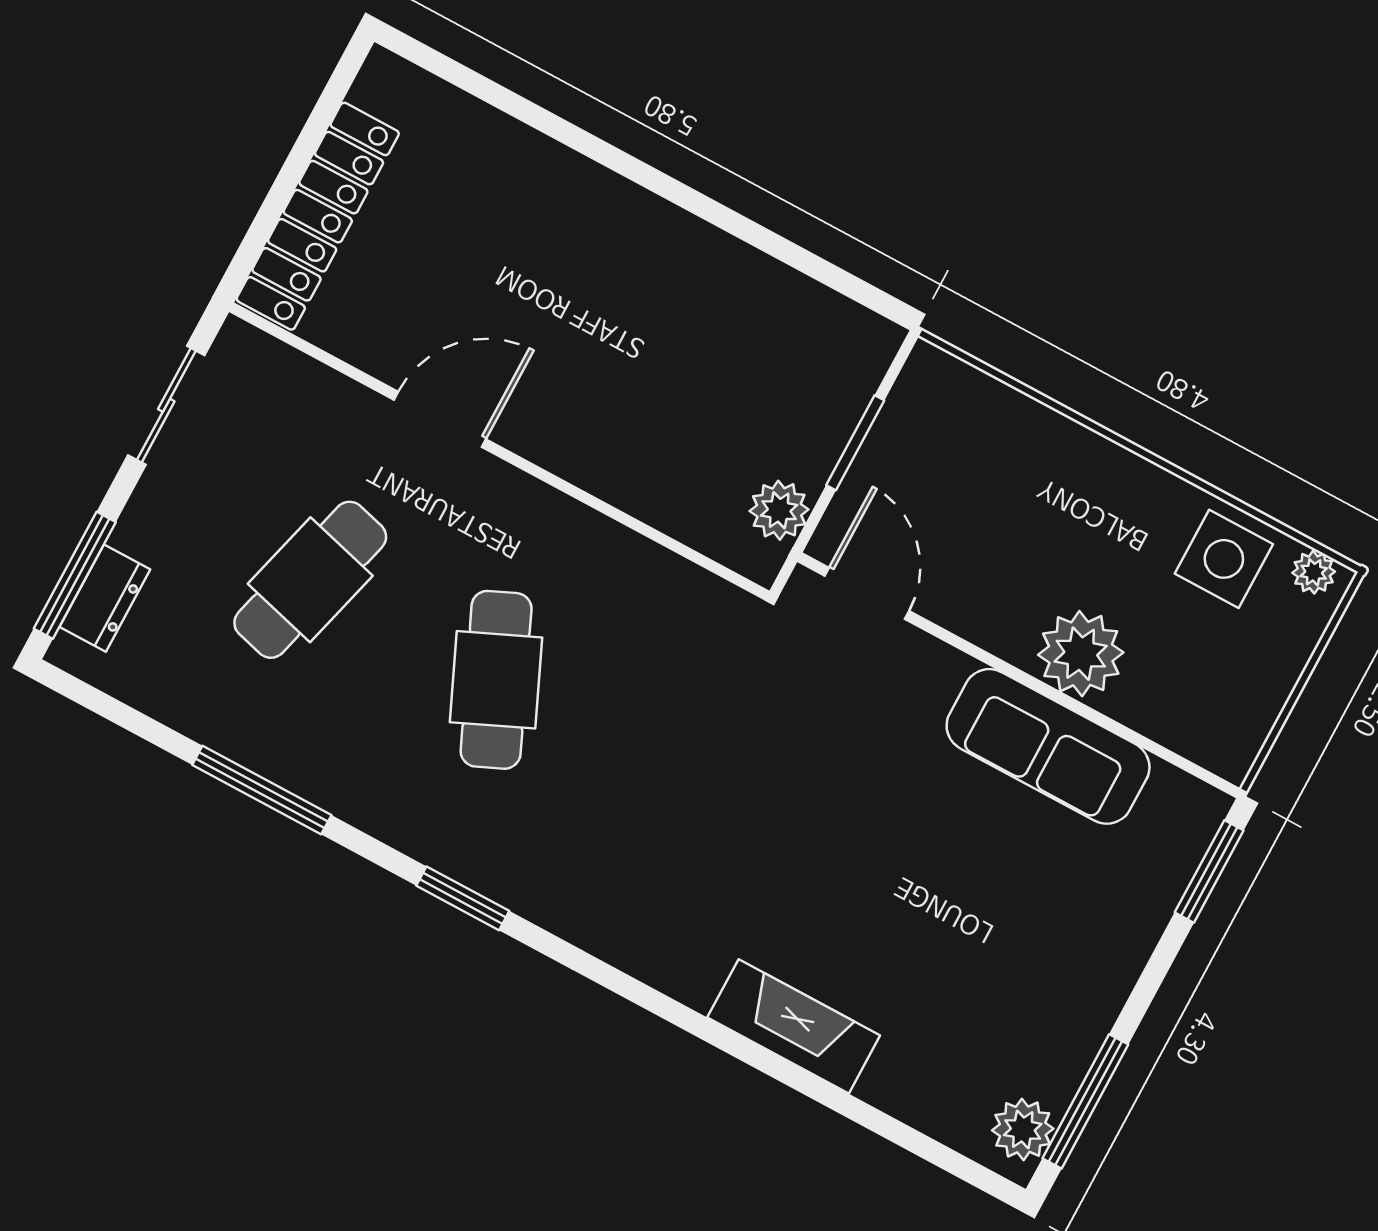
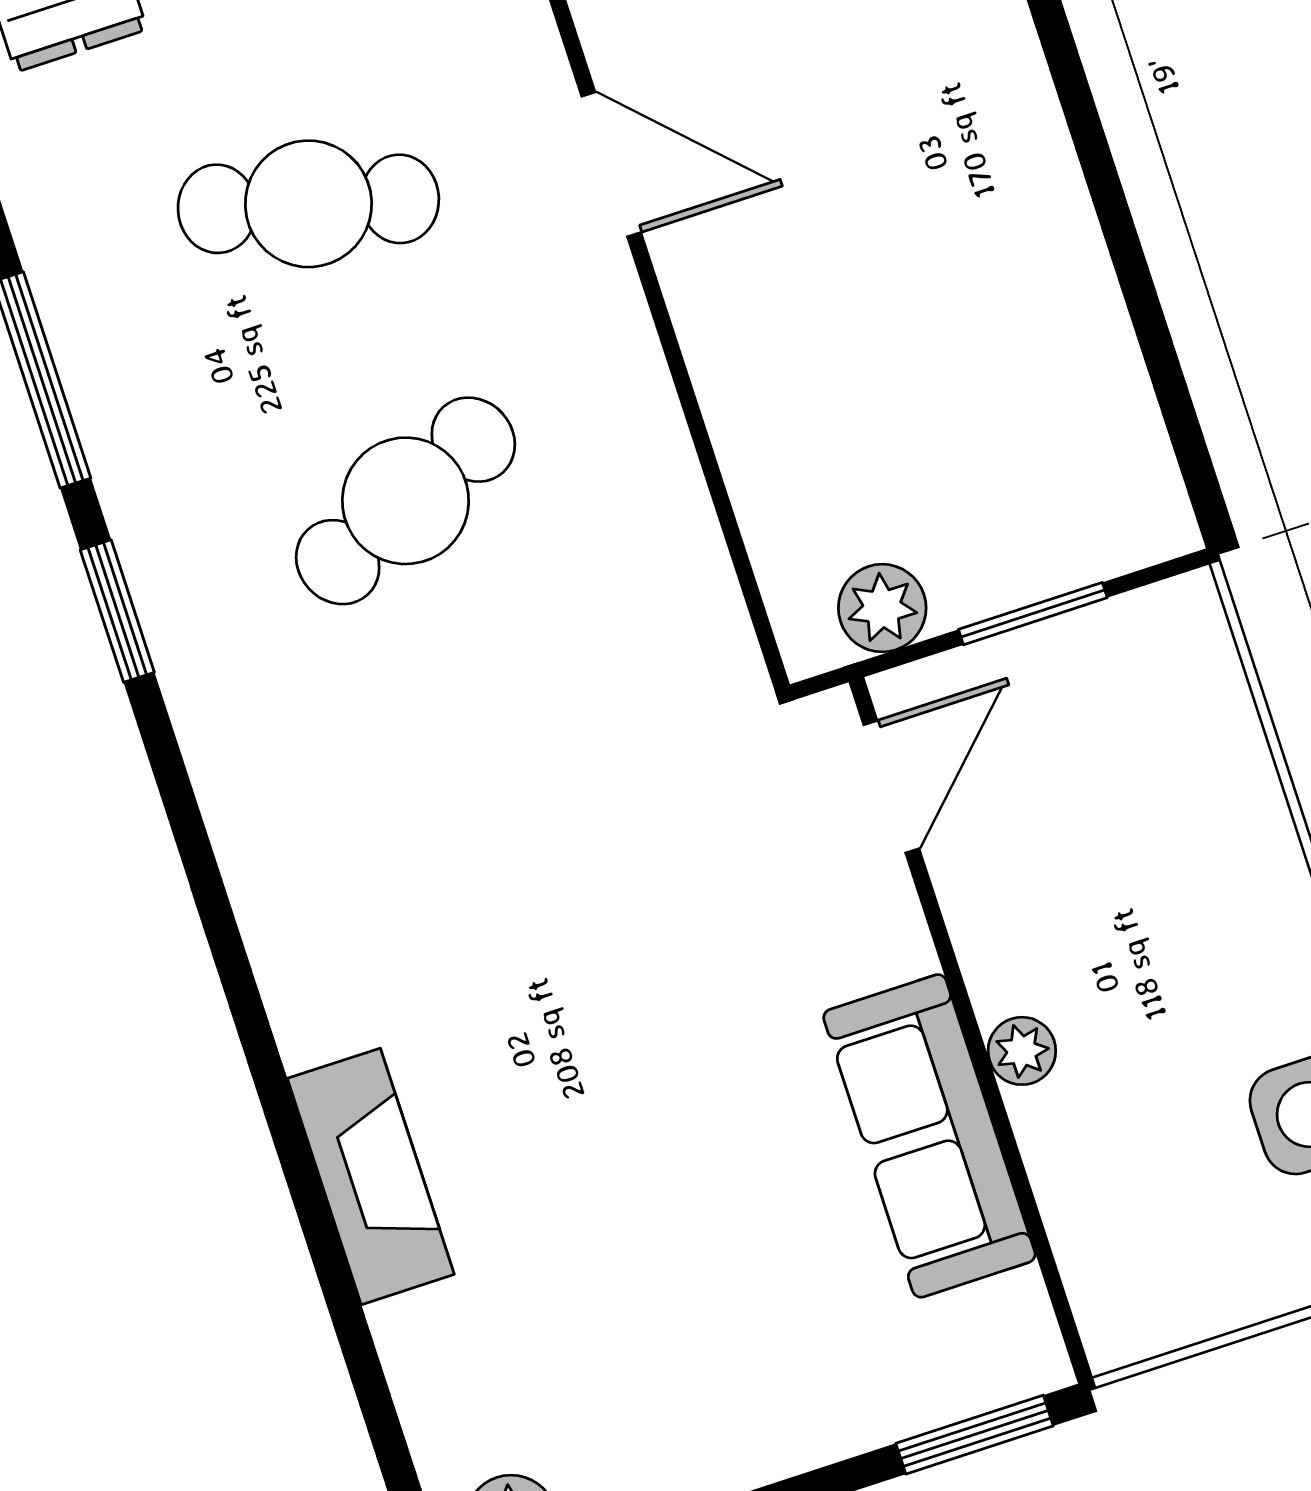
plant: (1081, 654) -> (1022, 1051), width x0.53, depth x0.53
window: (463, 898) -> (117, 611), moved

